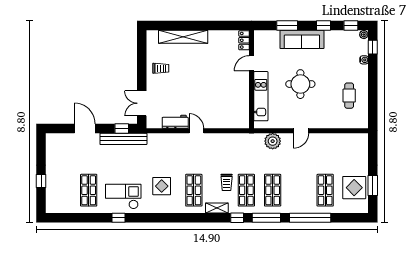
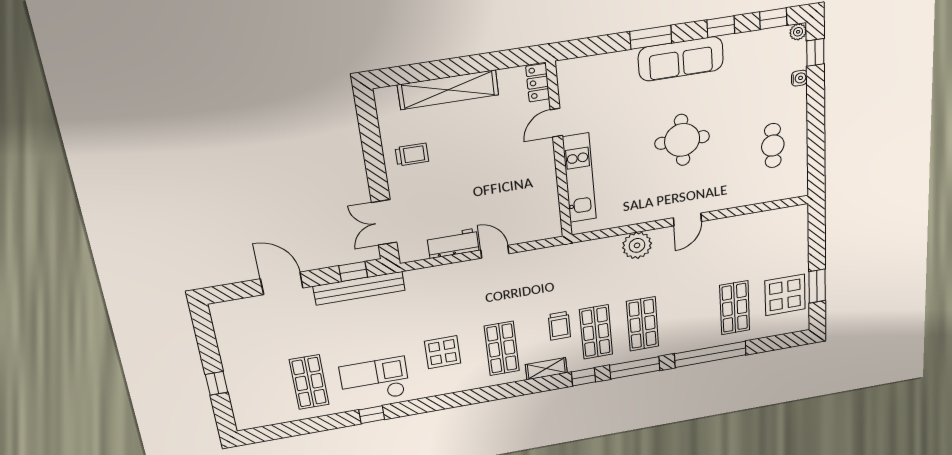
locker: (244, 40) -> (538, 83), moved
door: (252, 63) -> (556, 123), moved
wall: (252, 79) -> (559, 151), moved
kitchen unit: (261, 96) -> (579, 178), moved

